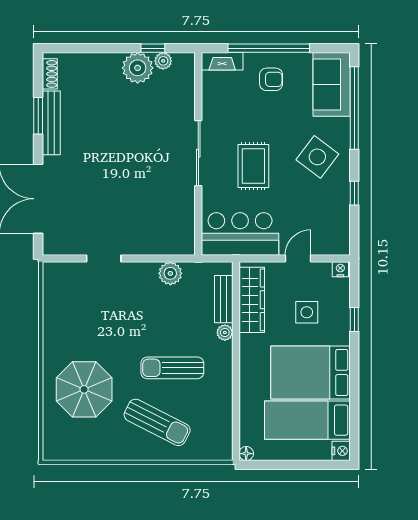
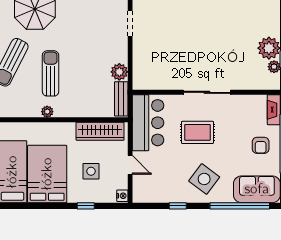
bench: (224, 299) -> (121, 99), moved, turned 90
plant: (225, 333) -> (47, 112), moved

